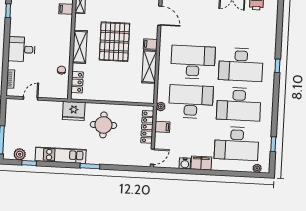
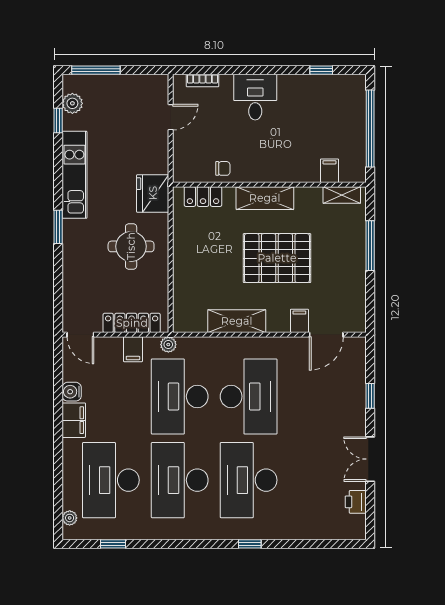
filing cabinet: (150, 44) -> (299, 321), moved
door: (31, 98) -> (171, 117), hinge flipped
desk: (191, 102) -> (180, 396), turned 180

